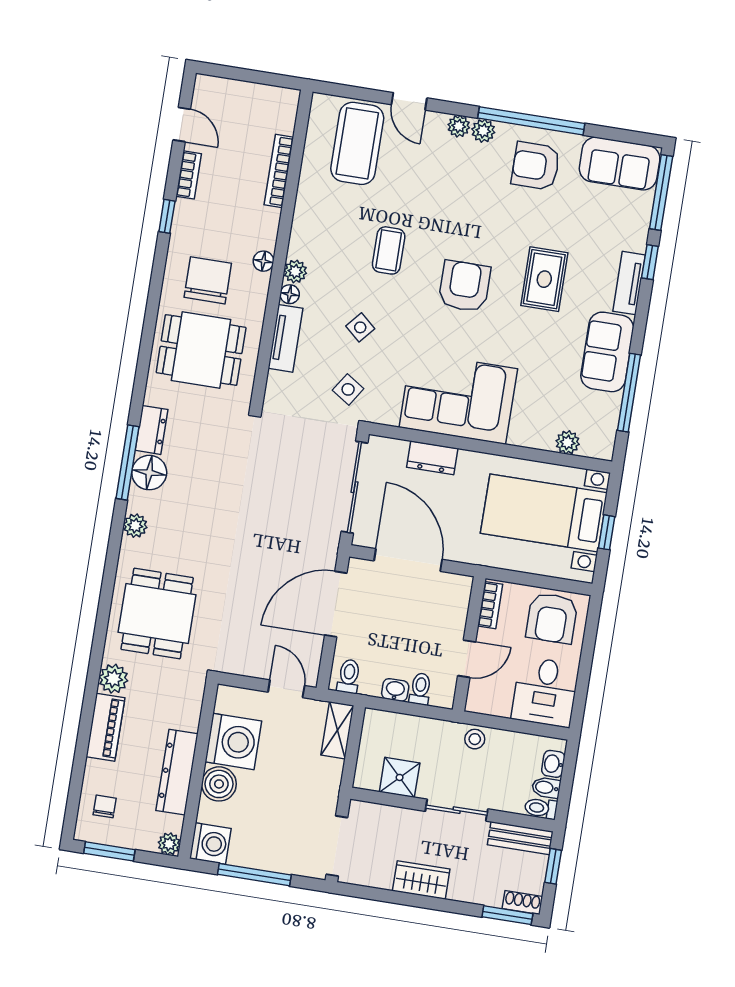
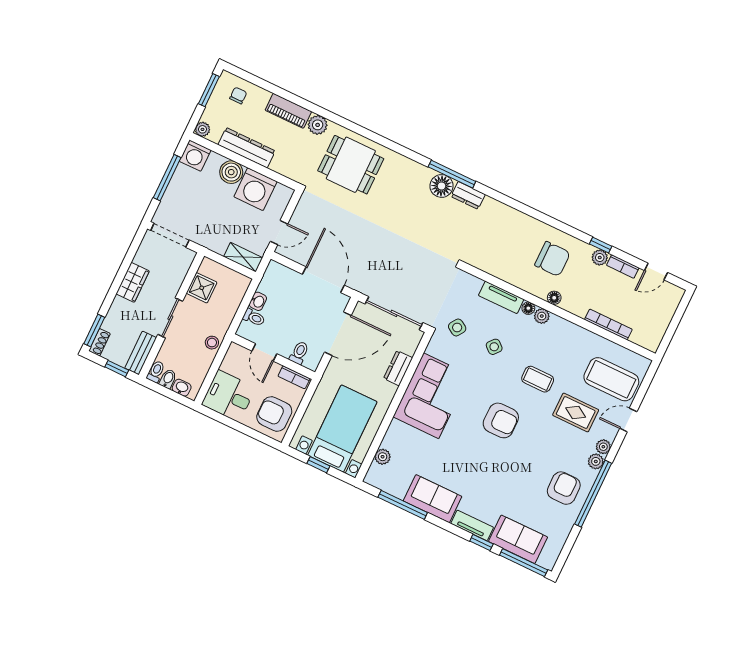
sofa: (620, 164) -> (518, 539), moved, turned 90
rug: (544, 279) -> (576, 412), moved
dining table: (201, 350) -> (510, 242), removed
plant: (135, 526) -> (600, 258), moved
toilet: (349, 676) -> (299, 353), moved, turned -90
chair: (105, 806) -> (238, 95), turned -90

